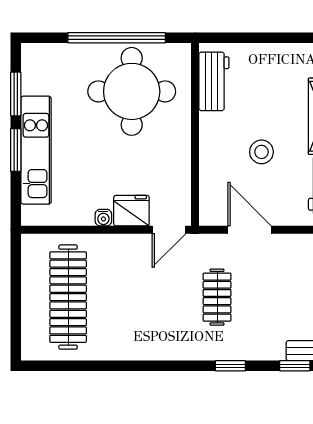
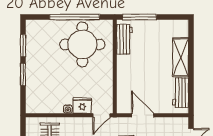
window: (243, 38) -> (139, 17), added
kitchen unit: (36, 150) -> (33, 75), removed
stool: (261, 152) -> (149, 75), removed

